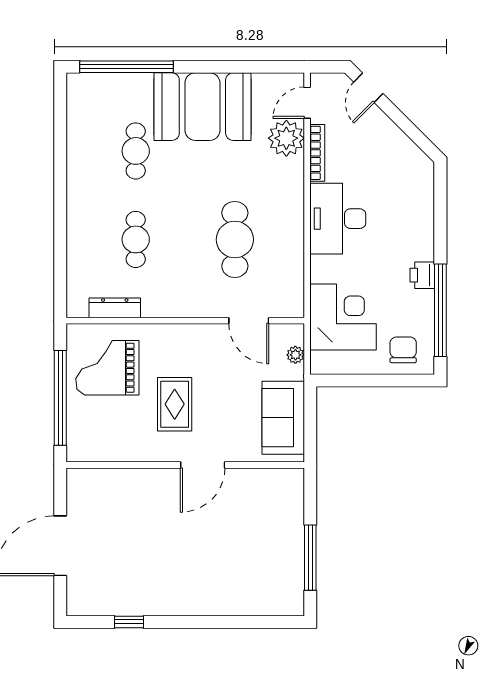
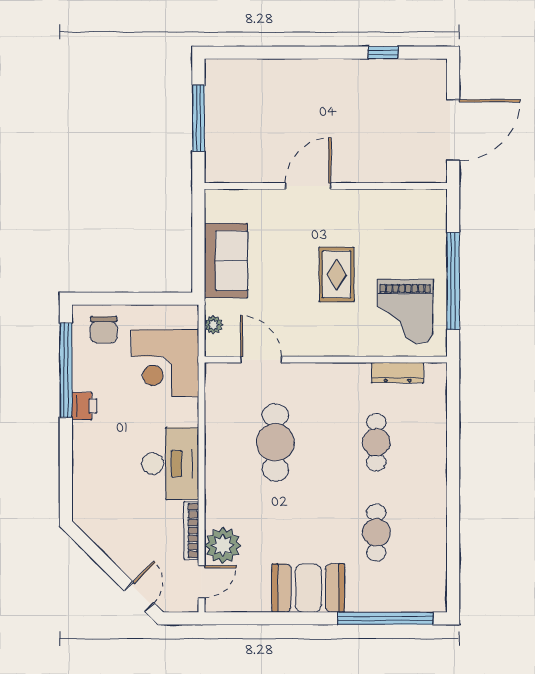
booth: (202, 107) -> (308, 588), width x0.73, depth x0.70
grand piano: (107, 368) -> (405, 312), turned 90
wall: (185, 465) -> (326, 186), moved
door: (203, 465) -> (308, 186), moved

